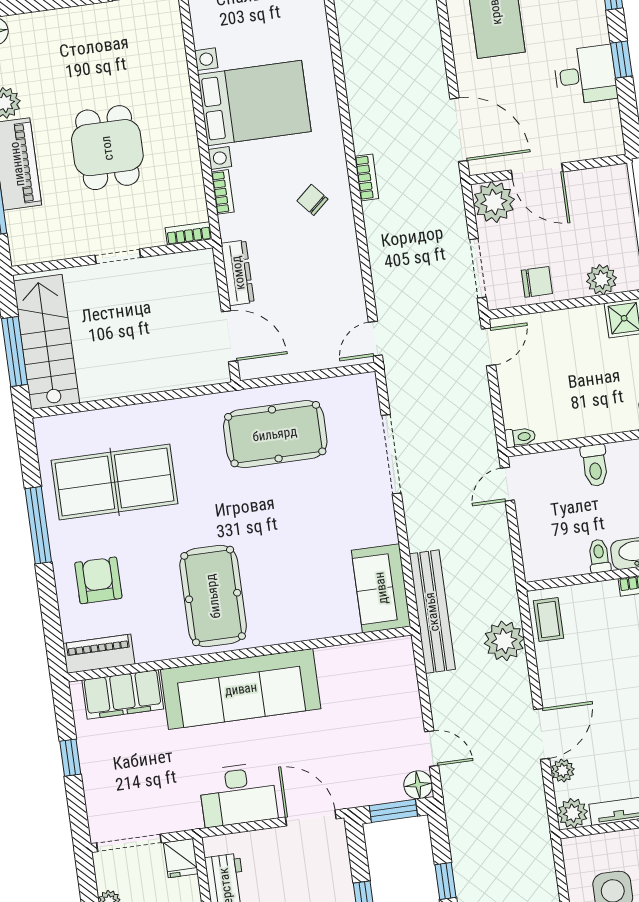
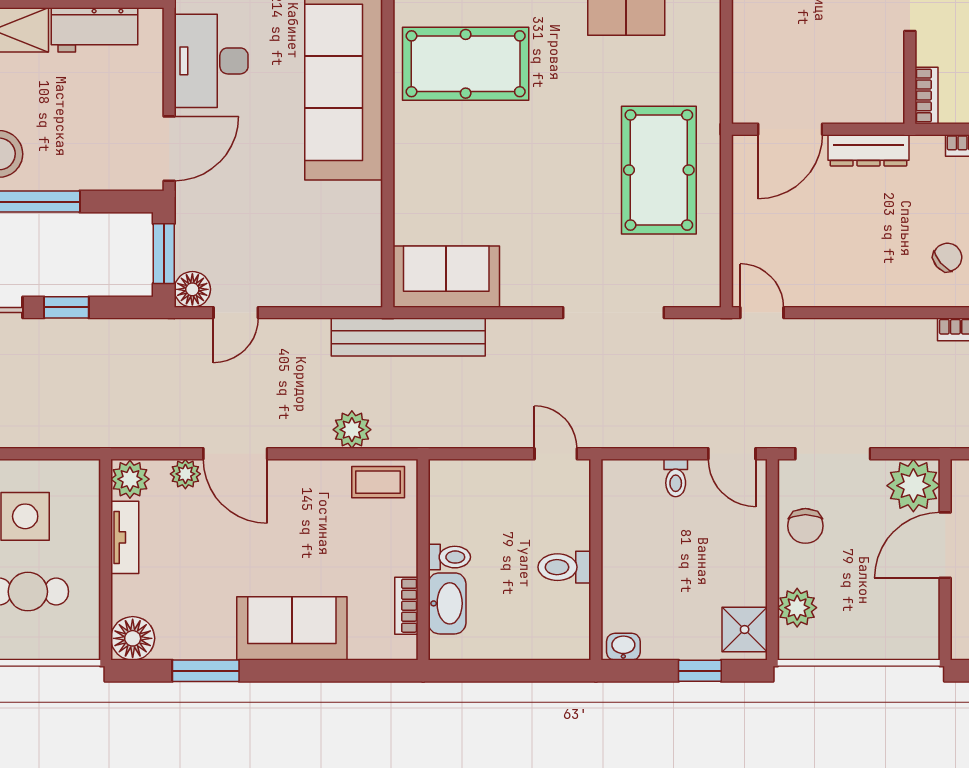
toilet: (520, 437) -> (676, 478), moved
plant: (504, 641) -> (352, 430), width x0.73, depth x0.73

